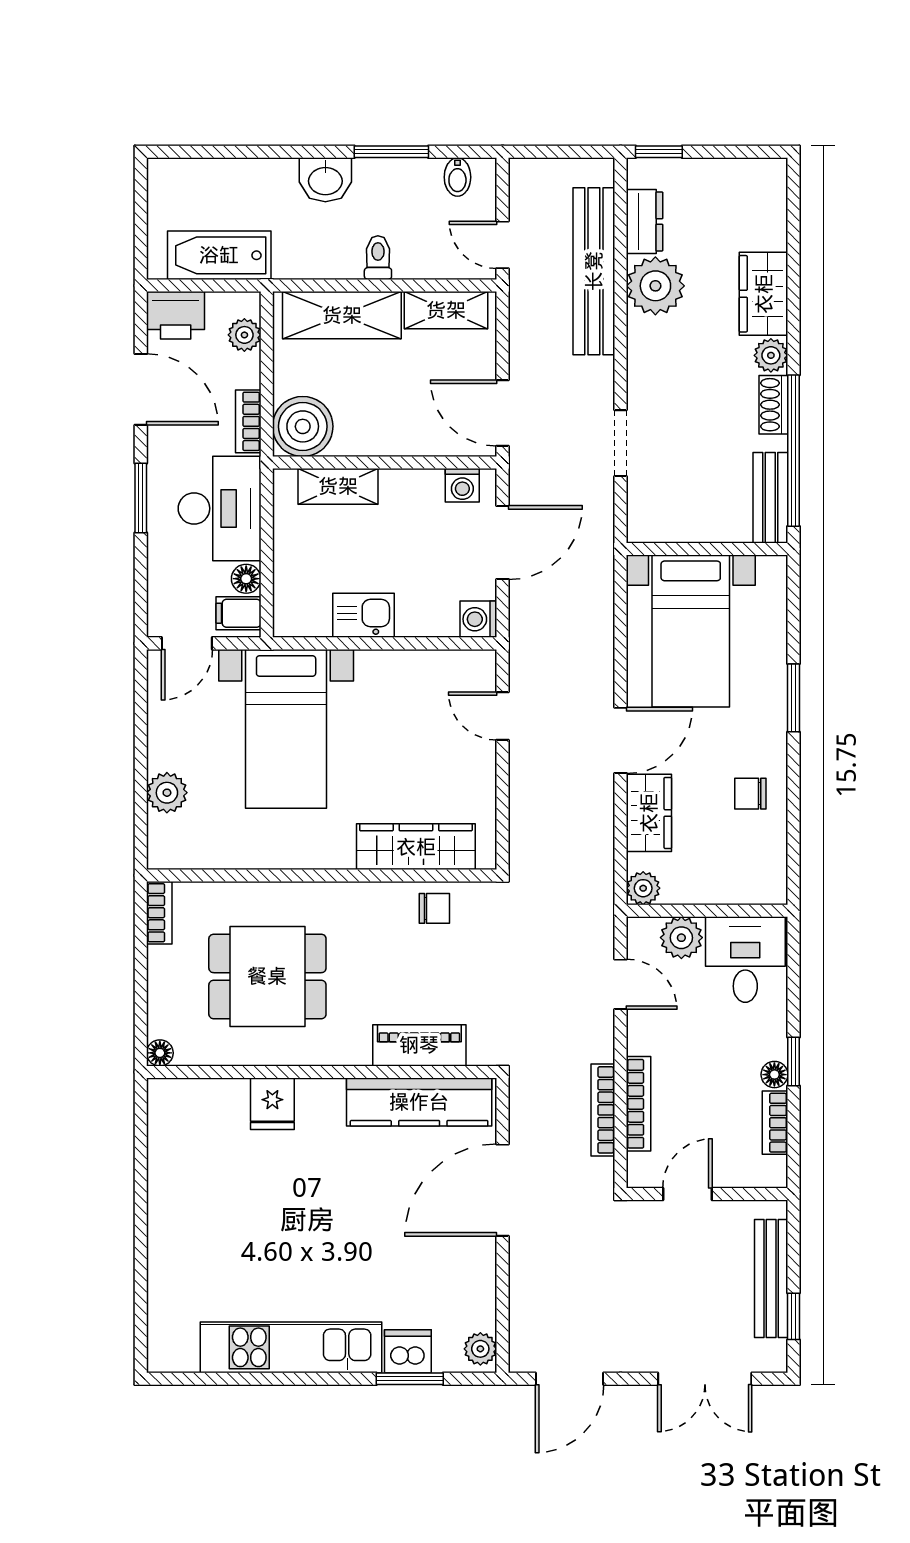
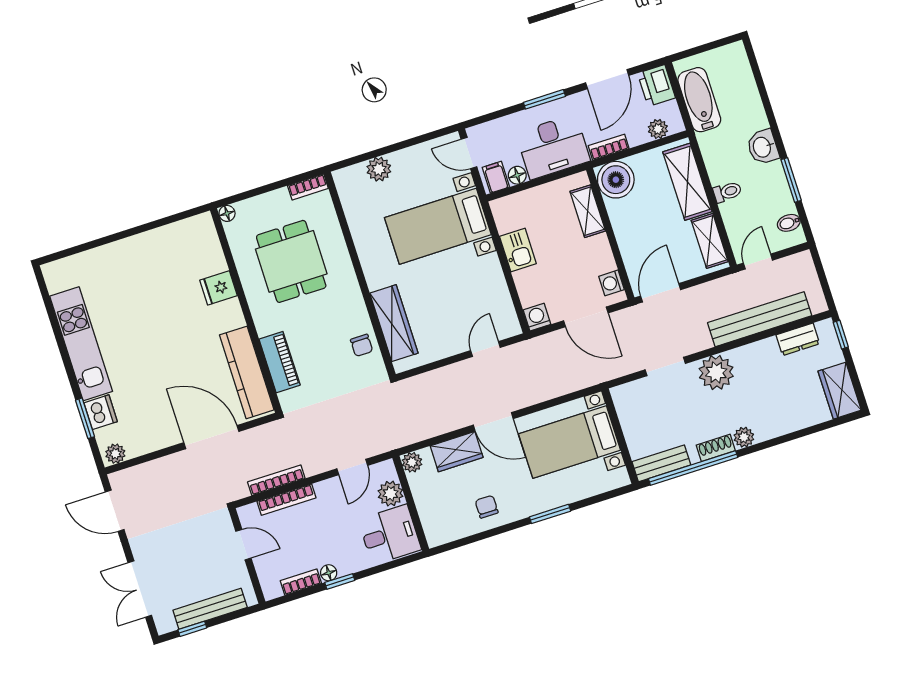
plant: (655, 286) -> (716, 372), moved
wardrobe: (764, 294) -> (840, 391), moved, turned -90

